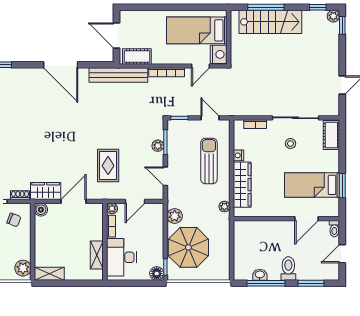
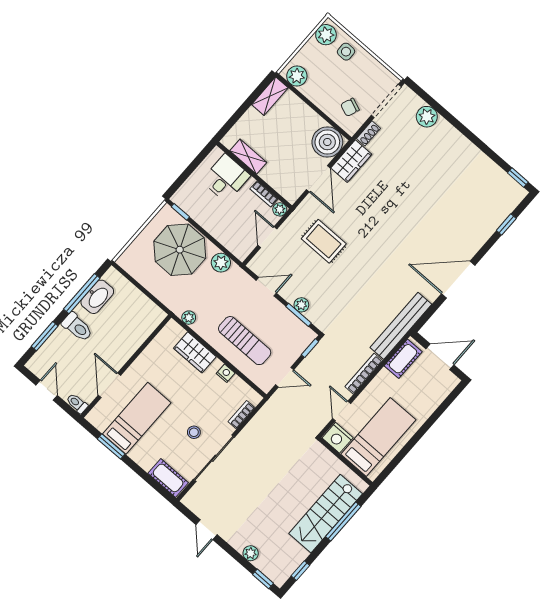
plant: (333, 16) -> (251, 553), moved
wardrobe: (242, 185) -> (195, 352), width x0.67
boiler: (41, 210) -> (327, 142), width x1.86, depth x1.86
desk: (121, 257) -> (226, 178), width x0.73
floor lamp: (157, 274) -> (181, 198), removed
washbasin: (260, 275) -> (97, 297), width x1.91, depth x1.45

